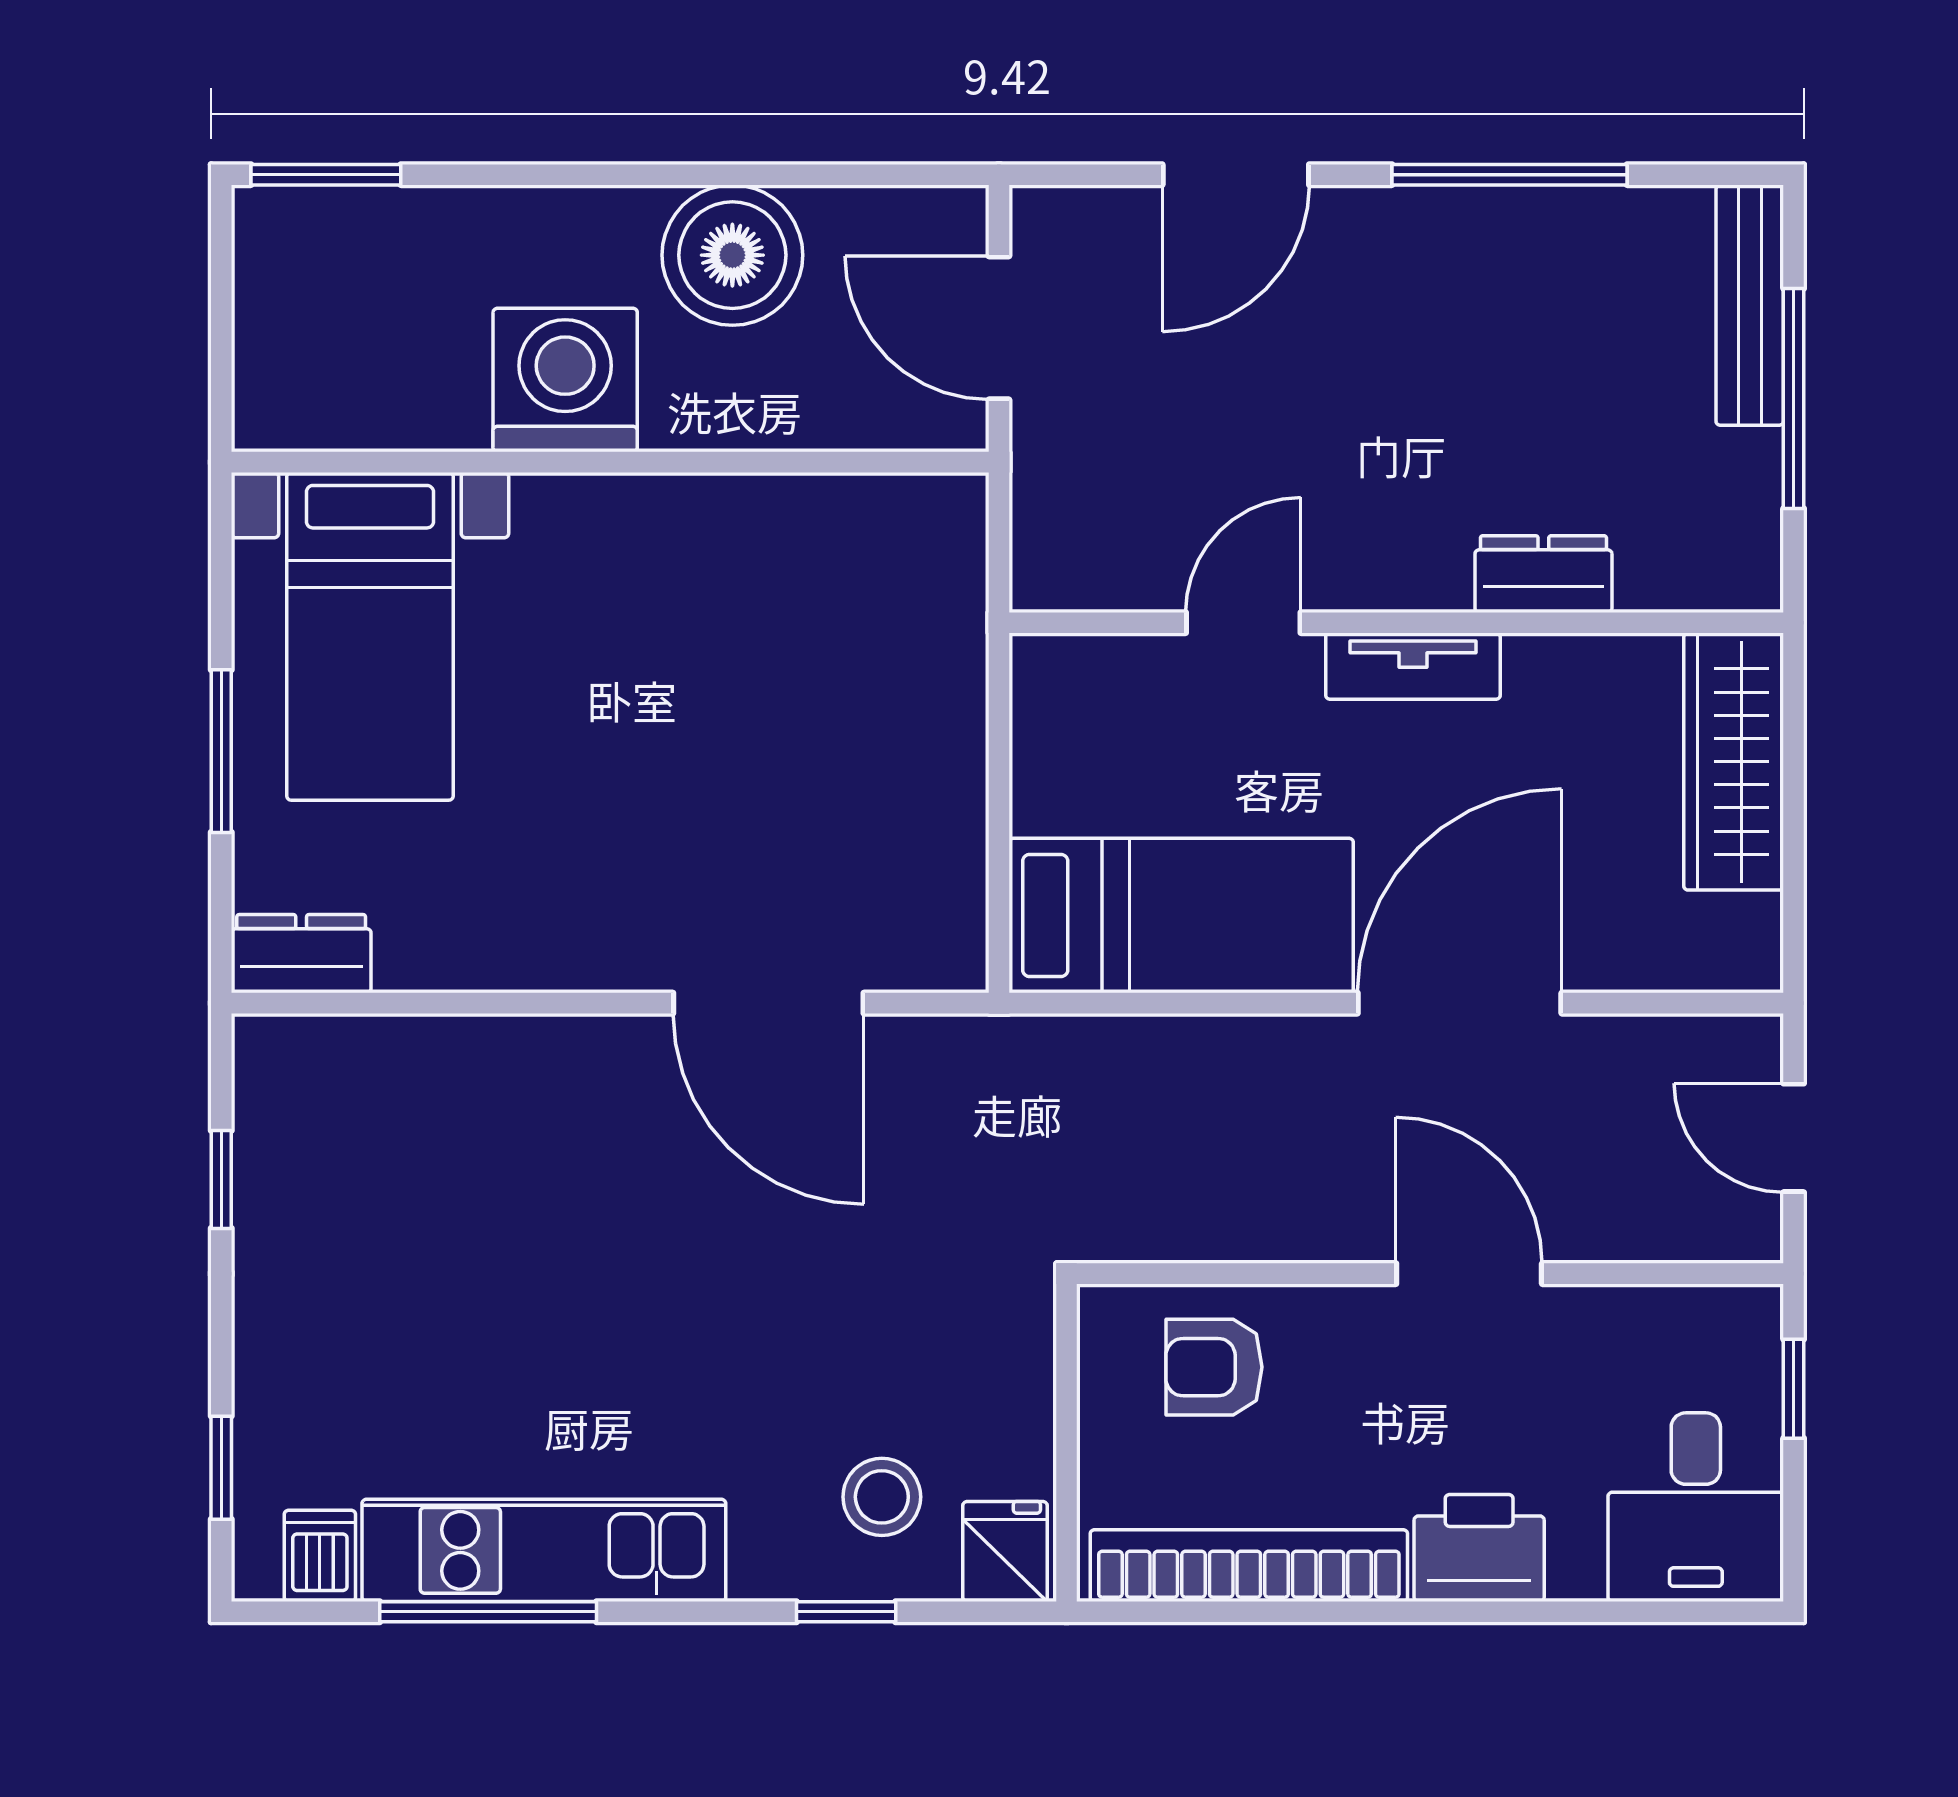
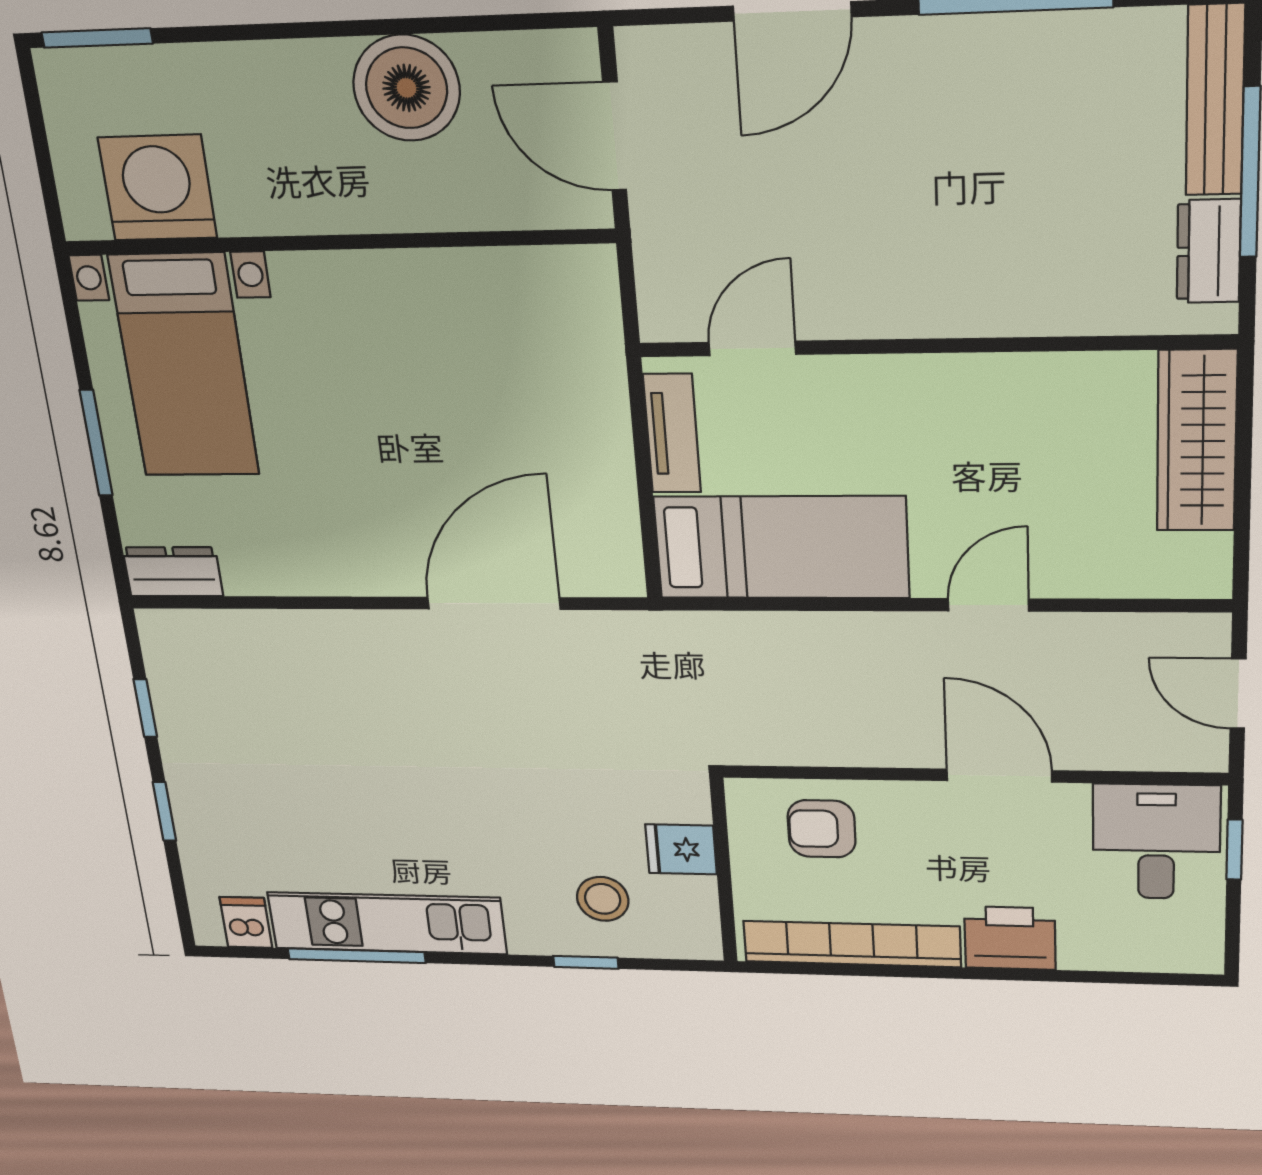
washing machine: (565, 380) -> (158, 188), moved
dresser: (1543, 574) -> (1209, 251), moved, turned -90
door: (1243, 623) -> (752, 348), moved
tv unit: (1413, 666) -> (672, 433), moved, turned -90
door: (768, 1003) -> (494, 603), swing flipped
door: (1460, 1003) -> (988, 605), width x0.53
window: (221, 1468) -> (164, 811), moved
desk: (1696, 1507) -> (1156, 842), moved, turned 180
fridge: (1005, 1551) -> (681, 849), moved, turned -90

